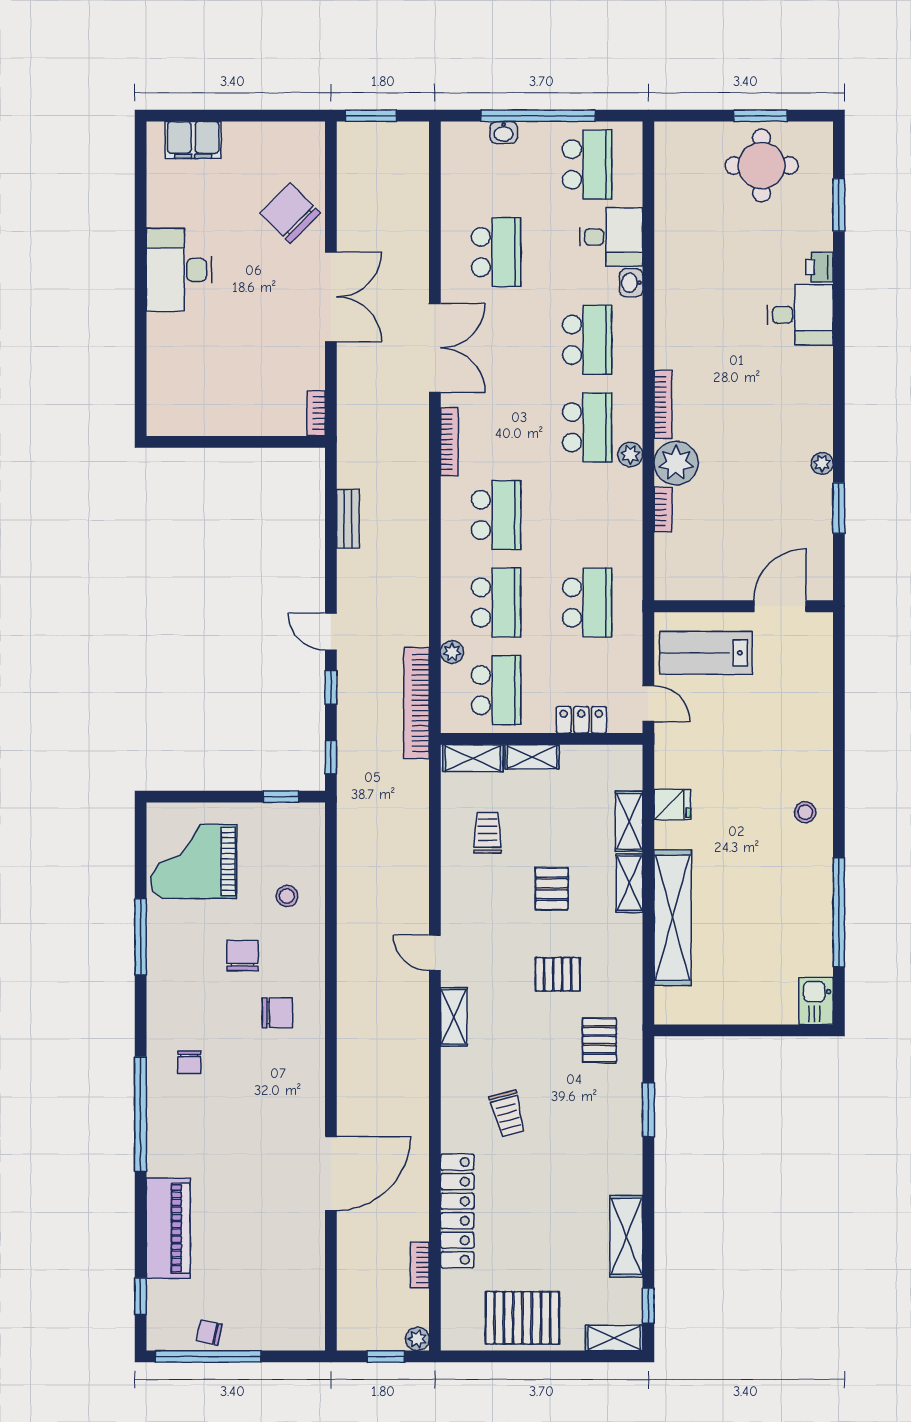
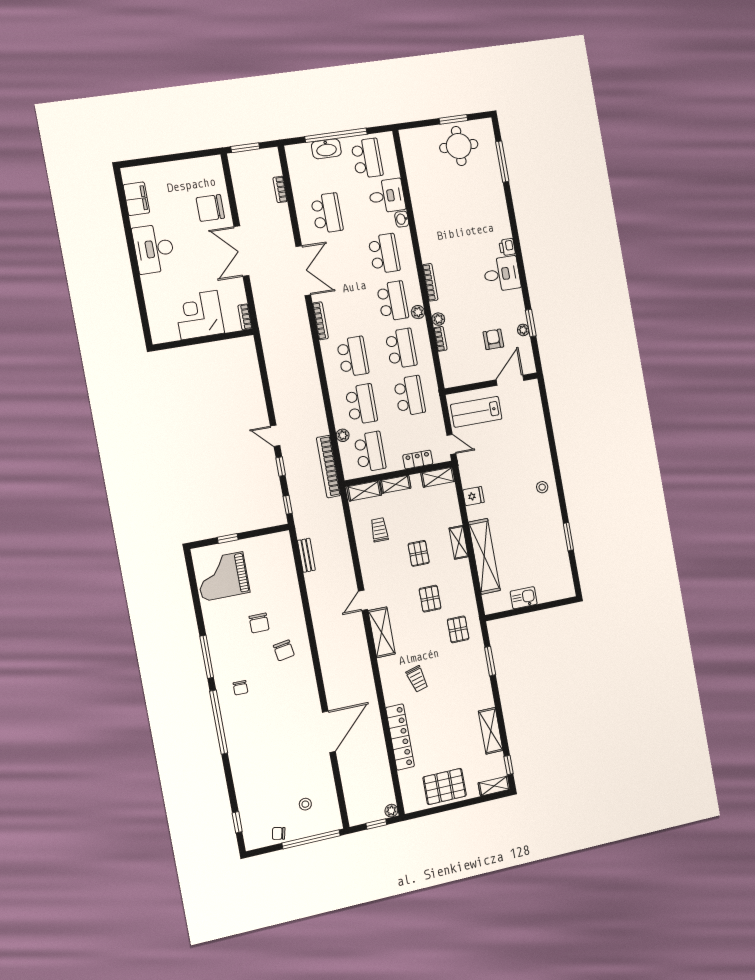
washbasin: (504, 133) -> (326, 149), width x1.91, depth x1.45
filing cabinet: (193, 140) -> (136, 199), moved, turned -90
window: (839, 205) -> (502, 162), width x1.44
chair: (290, 213) -> (210, 208), turned -45
printer: (819, 267) -> (507, 247), moved
double door: (331, 297) -> (241, 251), swing flipped
desk: (800, 315) -> (502, 274), moved
corner desk: (236, 397) -> (199, 315), added
plant: (676, 463) -> (438, 319), width x0.53, depth x0.53
plant: (822, 463) -> (523, 330), moved
school desk: (587, 515) -> (401, 348), added
bench: (348, 519) -> (306, 555), moved
armchair: (762, 527) -> (493, 339), added
window: (281, 797) -> (228, 538), moved
shelving: (629, 821) -> (438, 477), moved, turned 90
stool: (287, 896) -> (305, 804), moved
window: (839, 912) -> (568, 537), width x0.47
window: (141, 937) -> (207, 657), moved
door: (435, 953) -> (363, 600), hinge flipped
chair: (243, 956) -> (259, 623), turned 180
pallet: (558, 974) -> (430, 599), turned 90
kitchen sink: (816, 1001) -> (524, 598), moved, turned 90
chair: (277, 1013) -> (284, 650), turned 81
shelving: (454, 1017) -> (382, 632), width x1.50, depth x1.33
piano: (168, 1228) -> (246, 781), removed
bookcase: (420, 1265) -> (280, 189), moved
window: (208, 1356) -> (311, 839), moved

